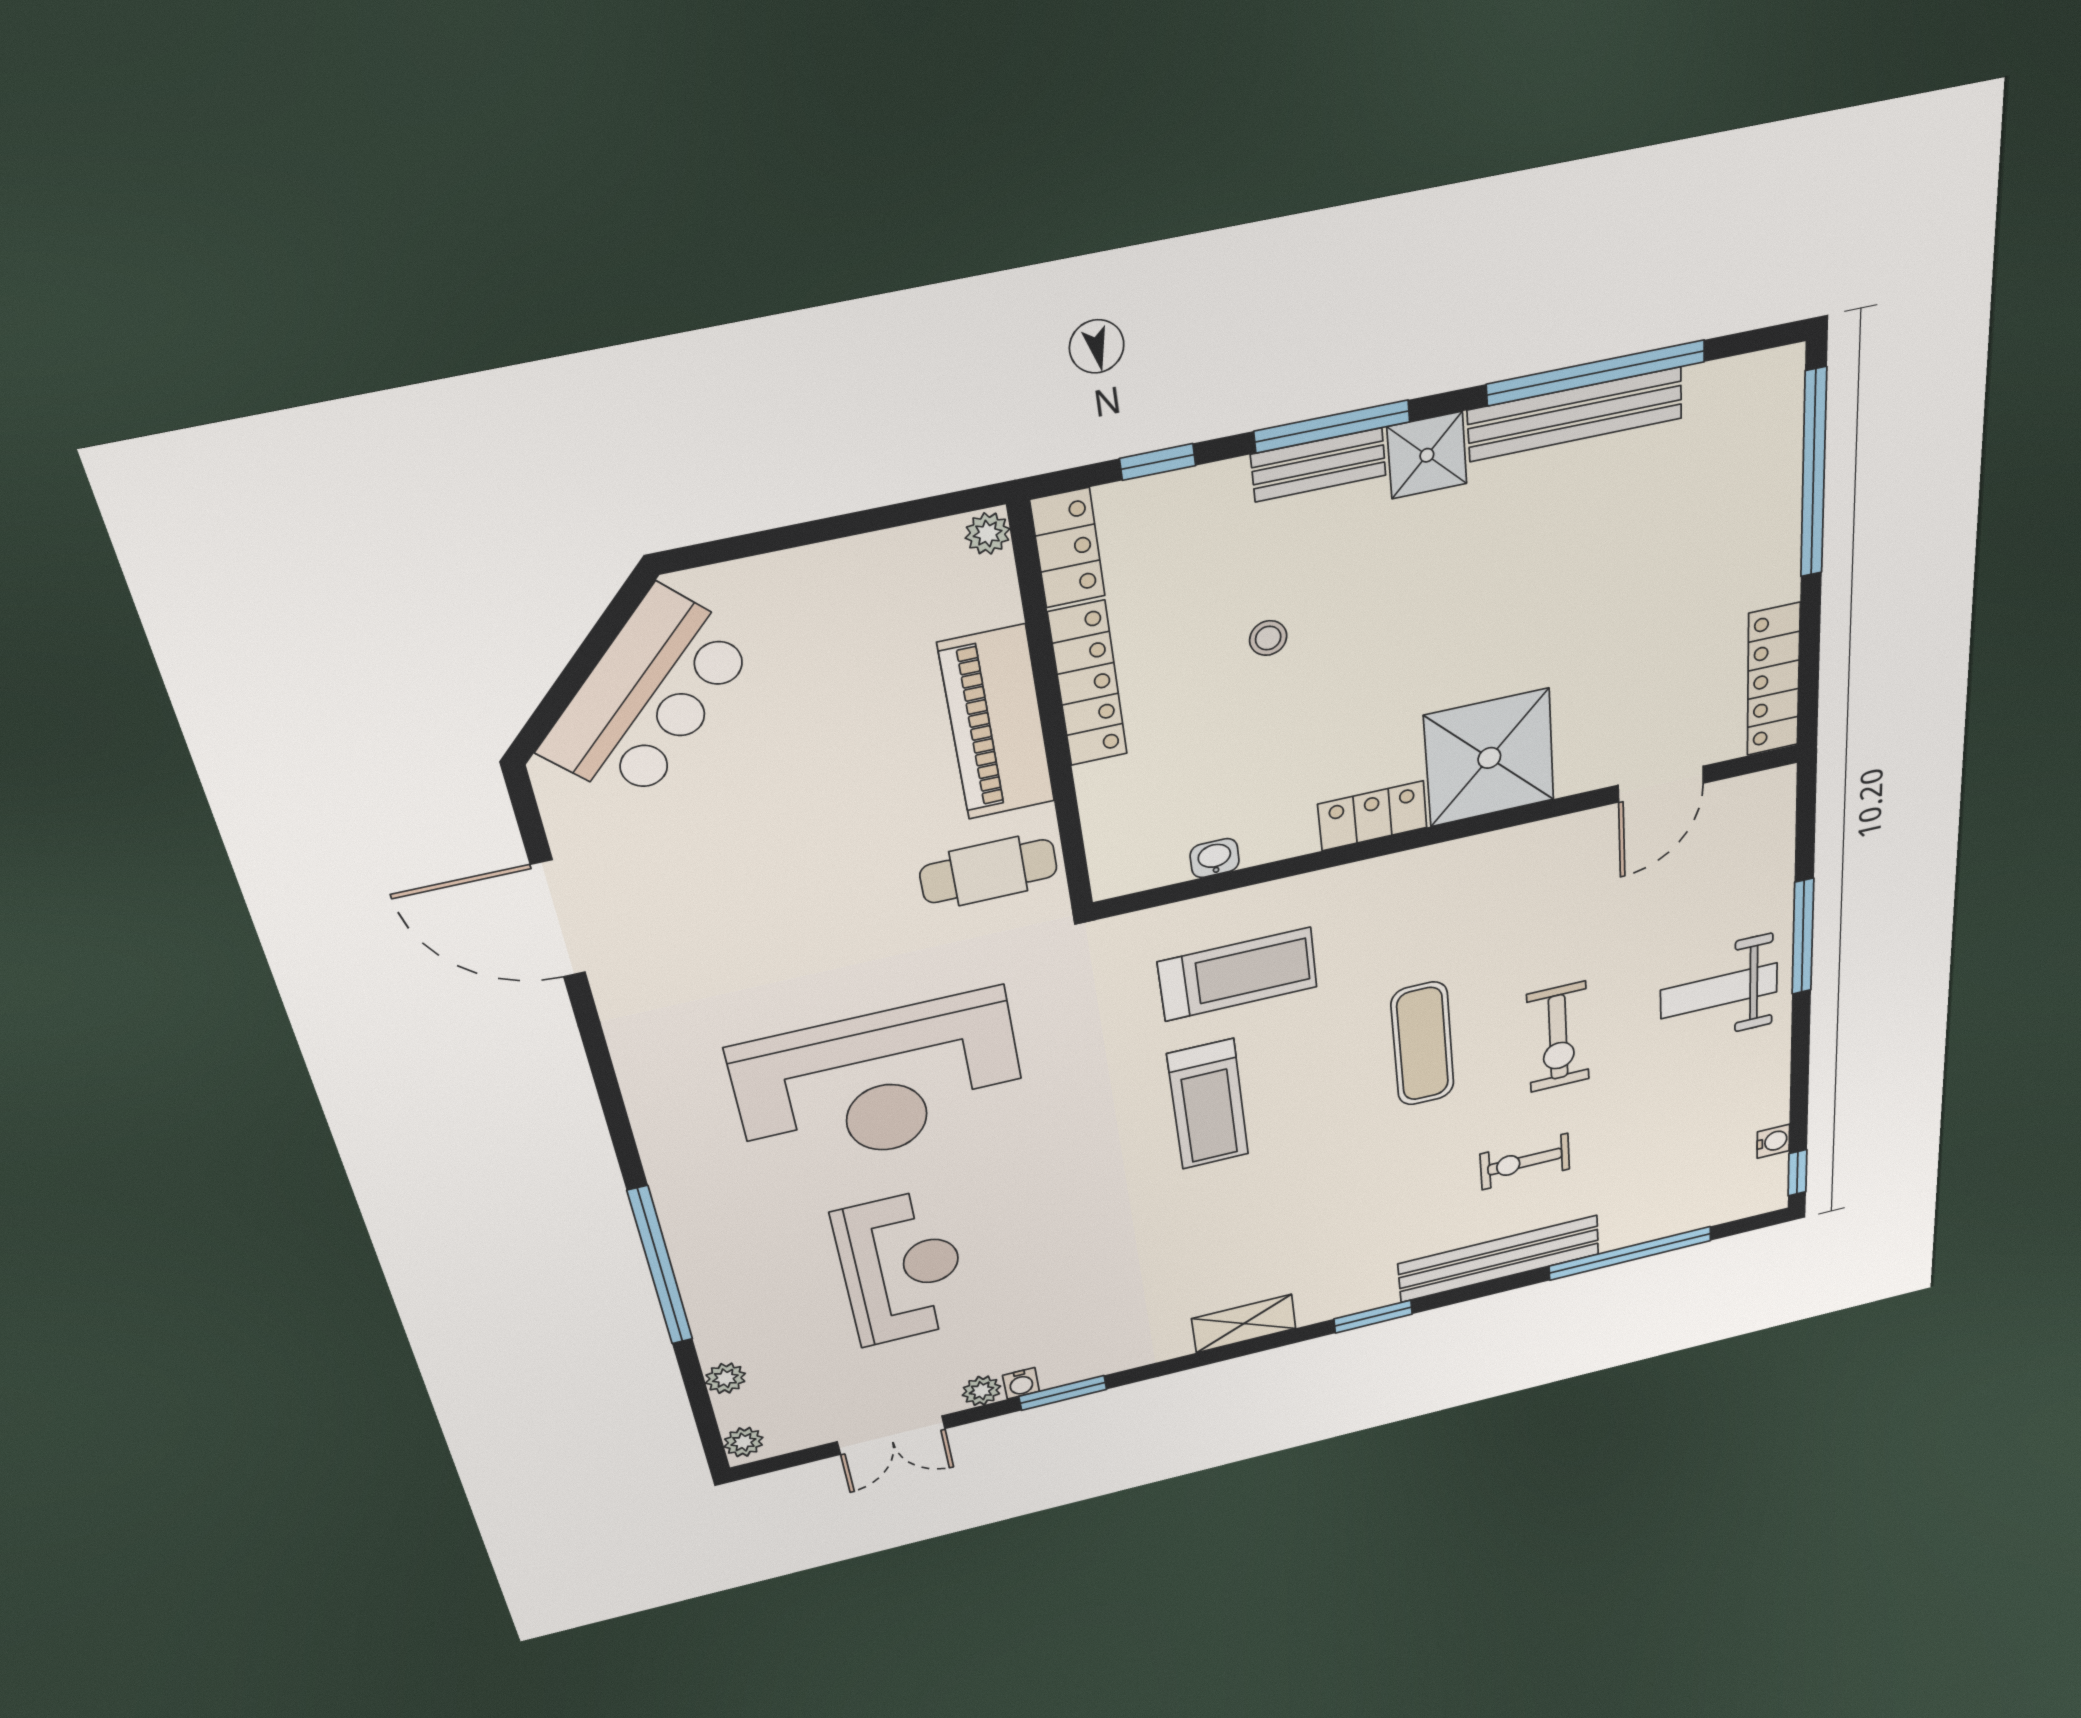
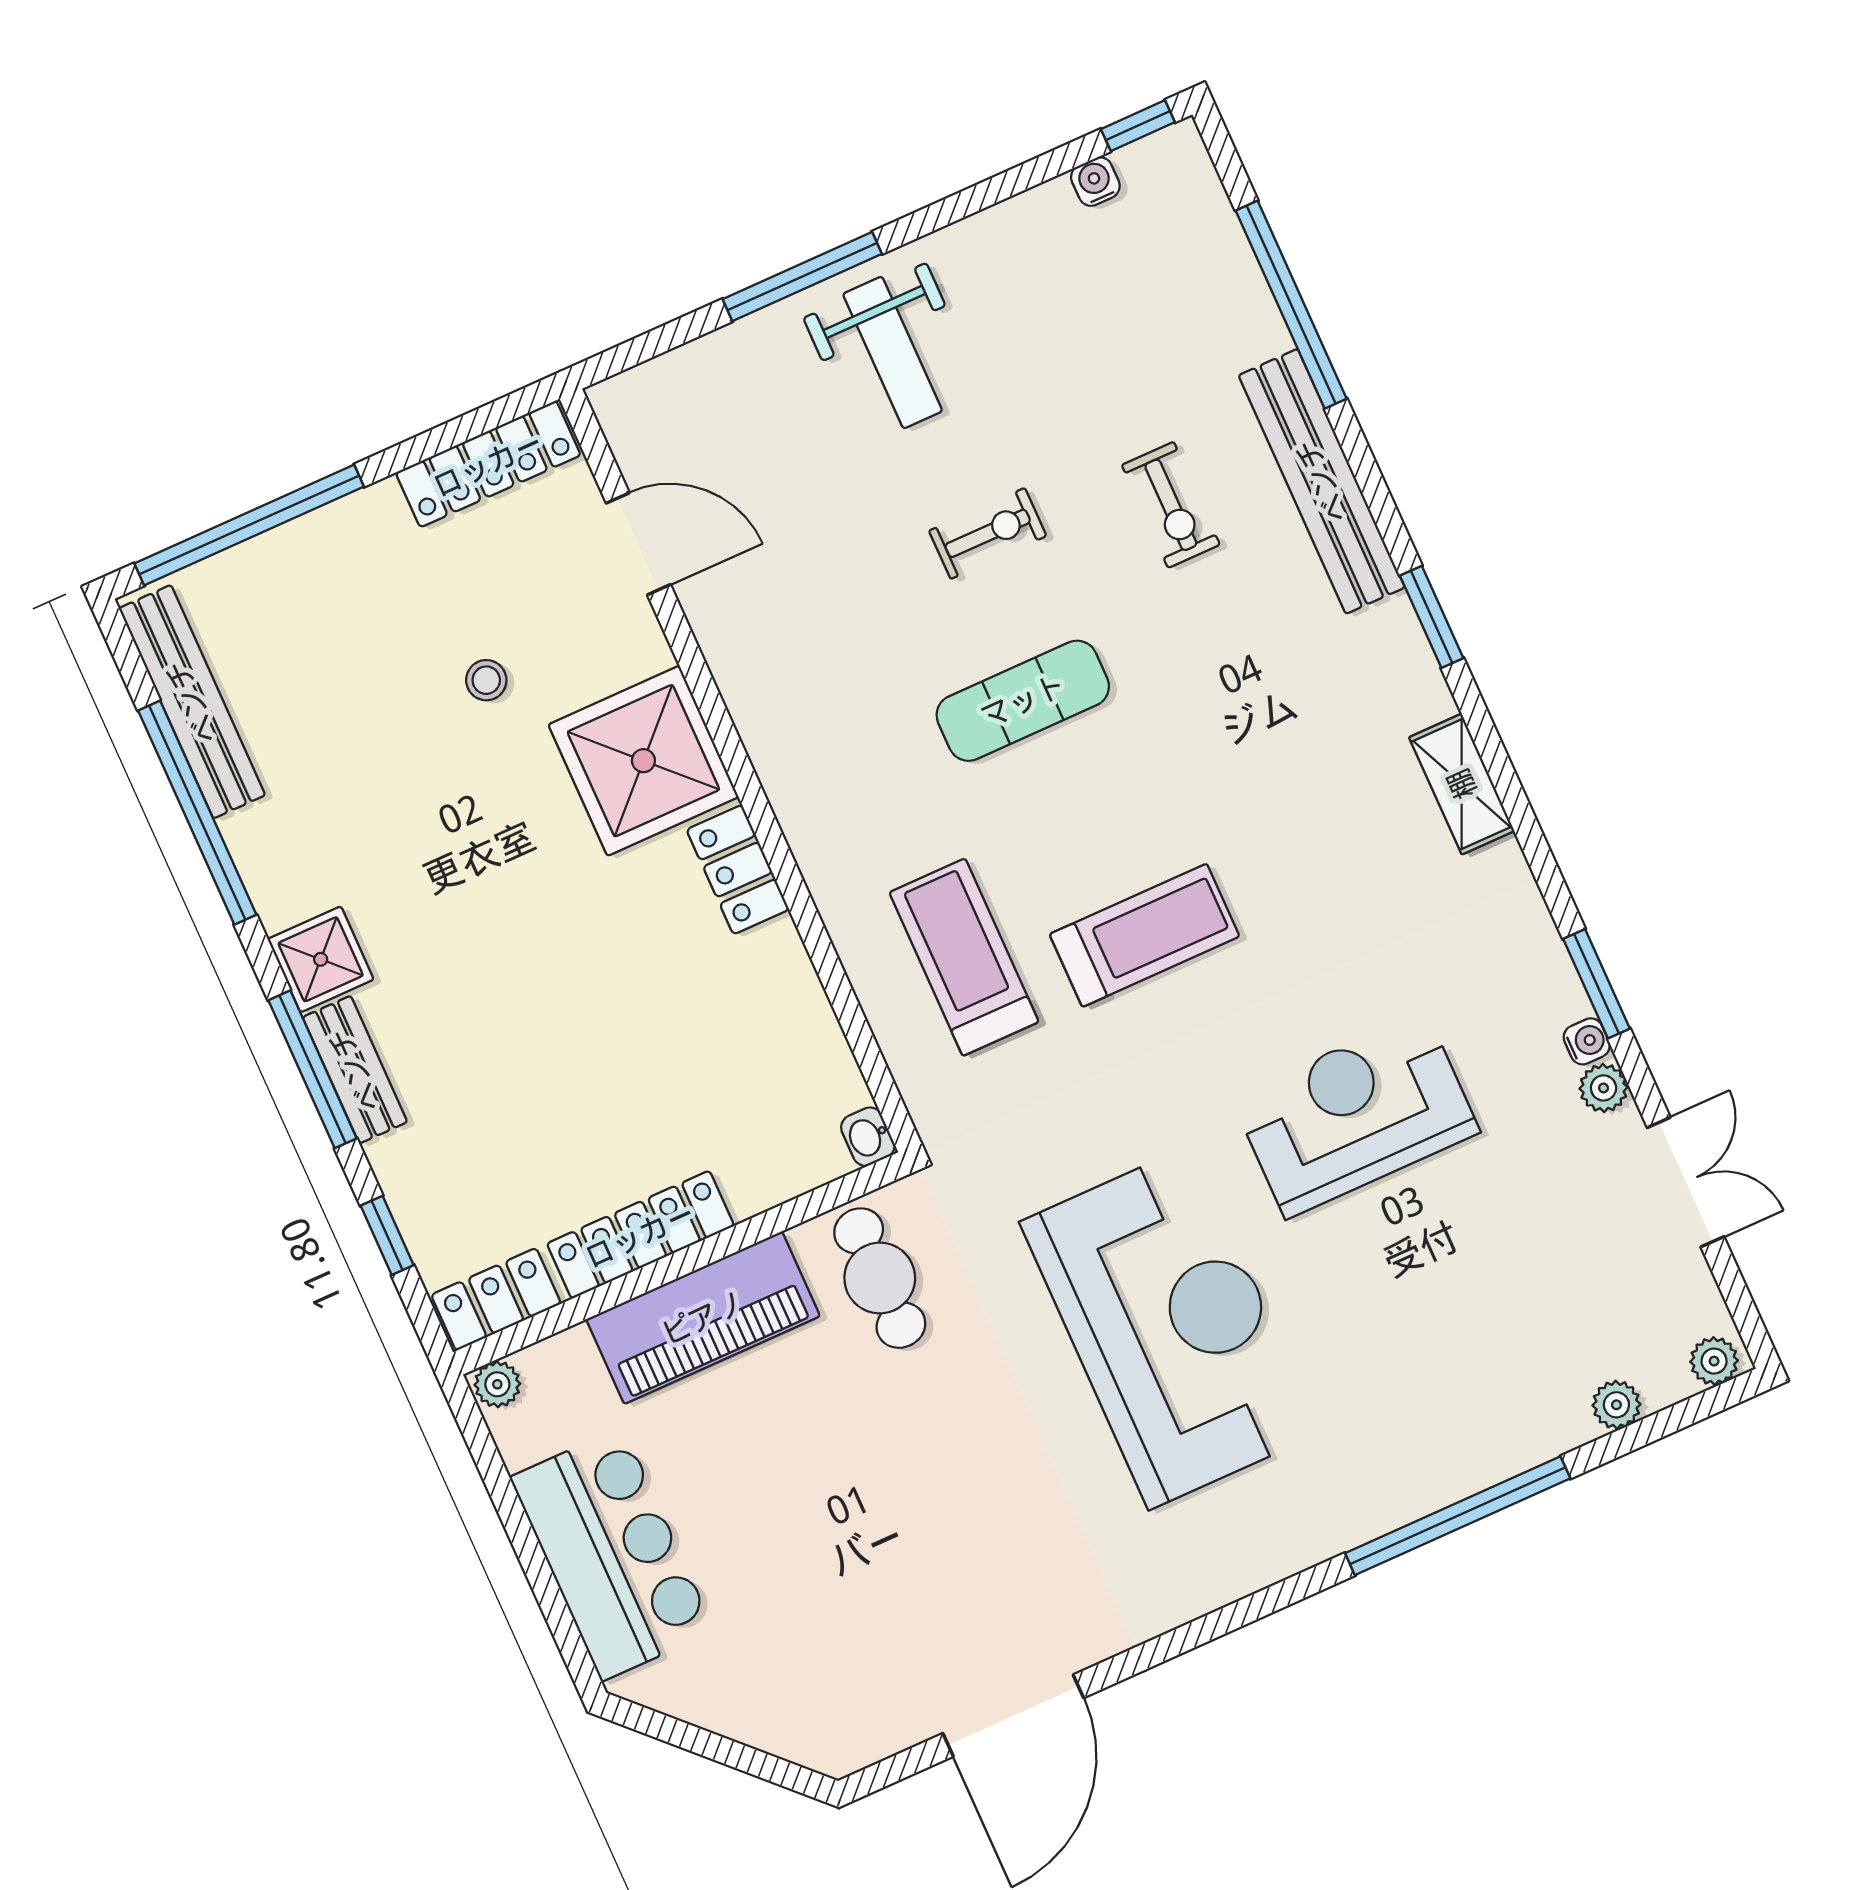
bench: (1575, 414) -> (192, 702), moved
stool: (1268, 638) -> (486, 680), moved
bar counter: (648, 697) -> (612, 1554), moved, turned 45
washbasin: (1215, 858) -> (868, 1137), moved
exercise bike: (1558, 1037) -> (988, 533), width x0.73, depth x0.72
reception desk: (902, 1268) -> (1356, 1115), moved

